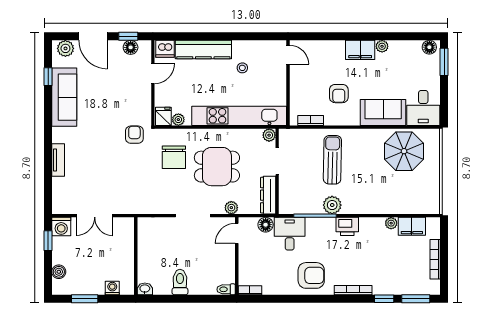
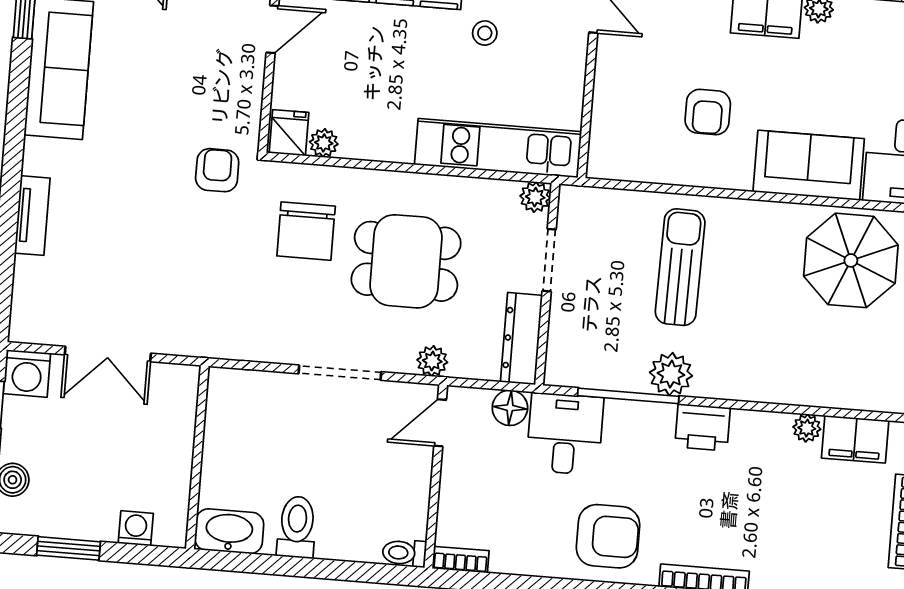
kitchen unit: (239, 116) -> (498, 148), width x0.73
bookcase: (311, 121) -> (636, 170), removed
washbasin: (145, 289) -> (229, 531), width x1.91, depth x1.45

